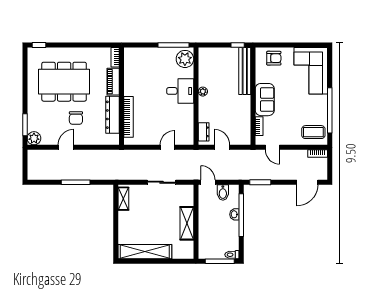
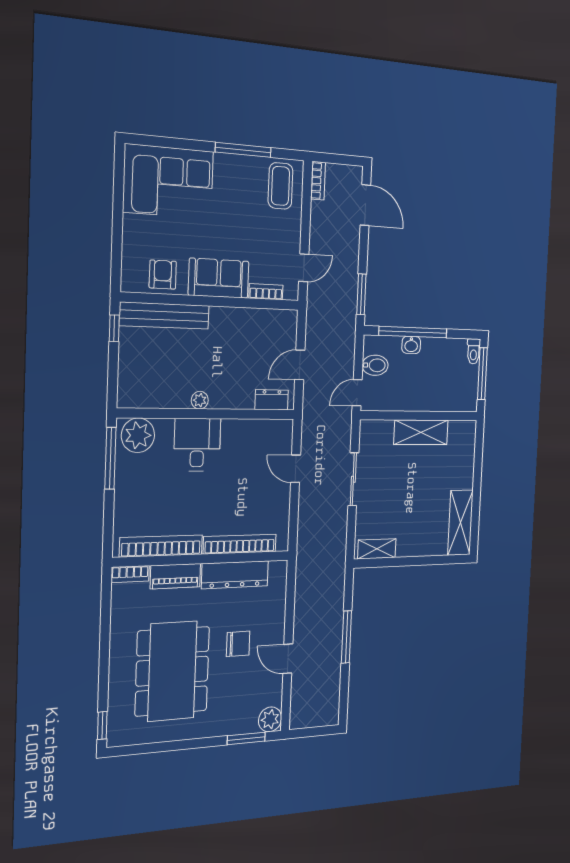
armchair: (274, 58) -> (163, 275), moved
bookcase: (129, 73) -> (161, 546), added
window: (330, 110) -> (243, 150), width x0.68
shelving: (145, 252) -> (460, 523), width x0.68

